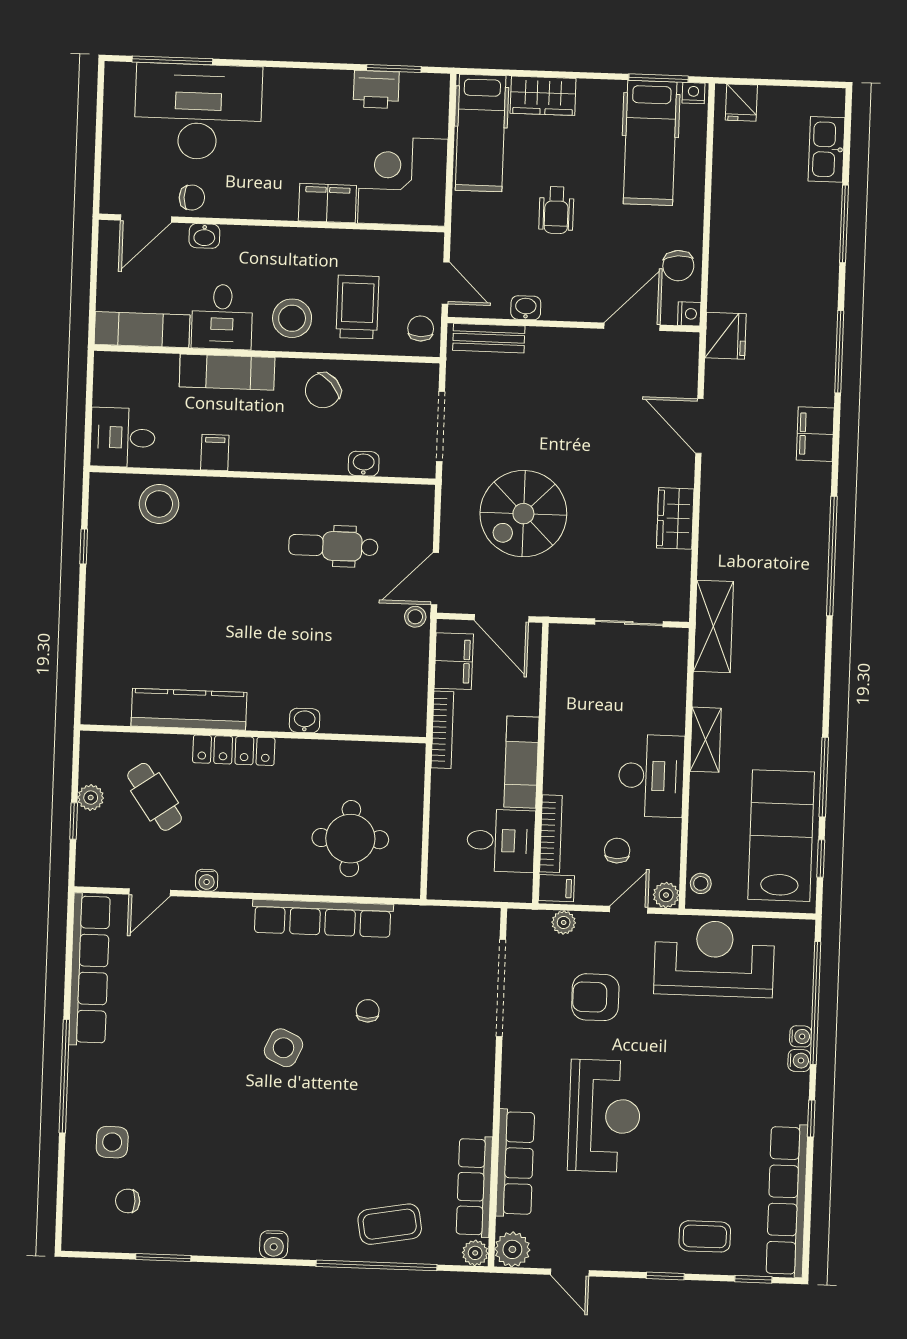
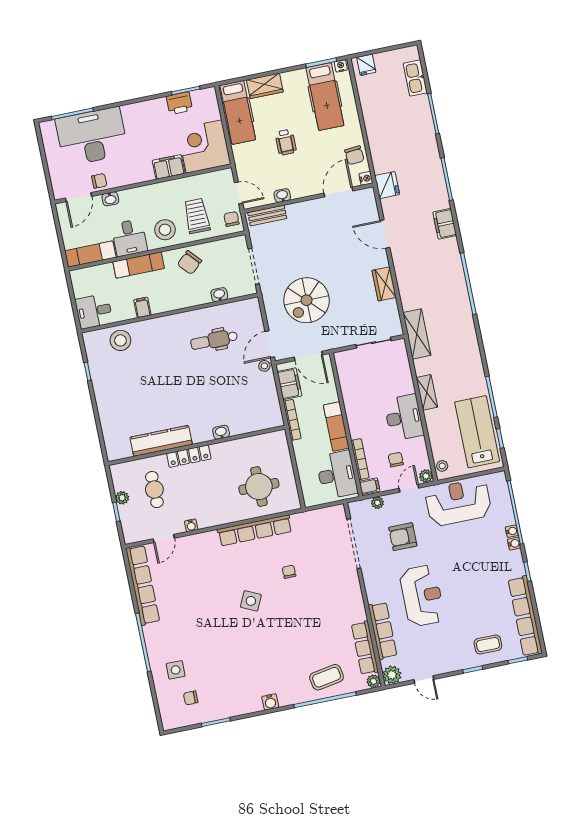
cafe table: (155, 797) -> (154, 490), turned 35
desk: (501, 841) -> (337, 475), width x1.37

